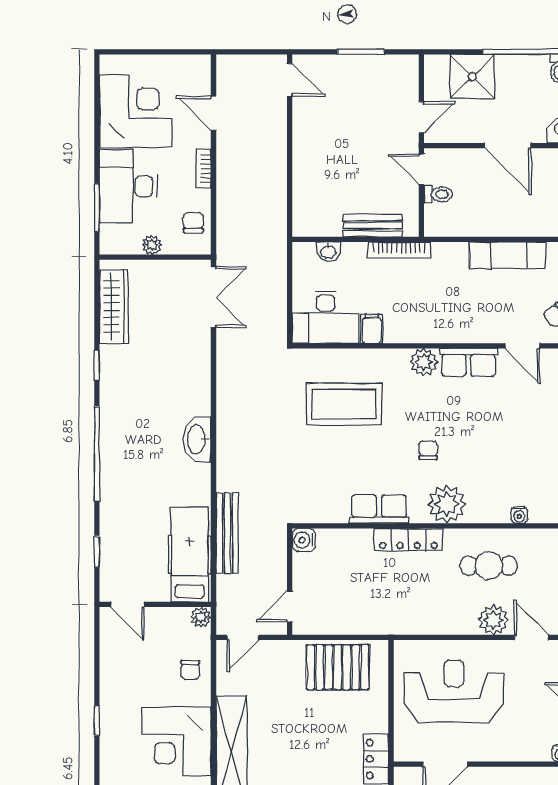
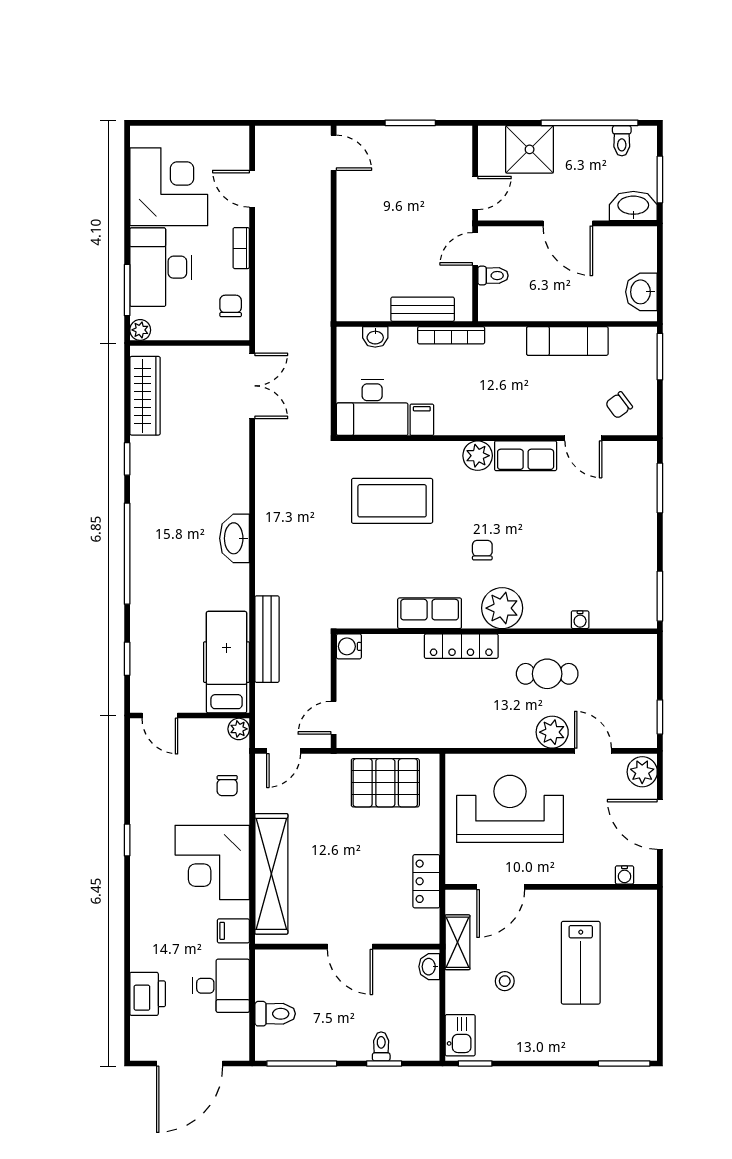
door: (421, 169) -> (475, 249), hinge flipped
plant: (152, 245) -> (140, 330), moved

